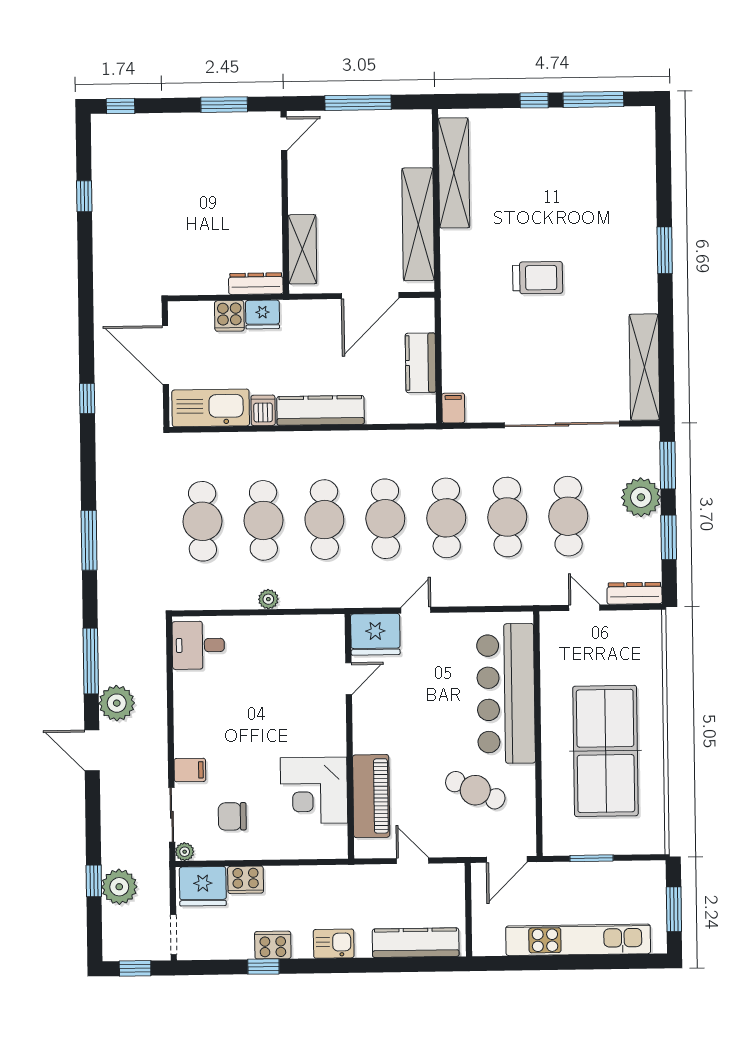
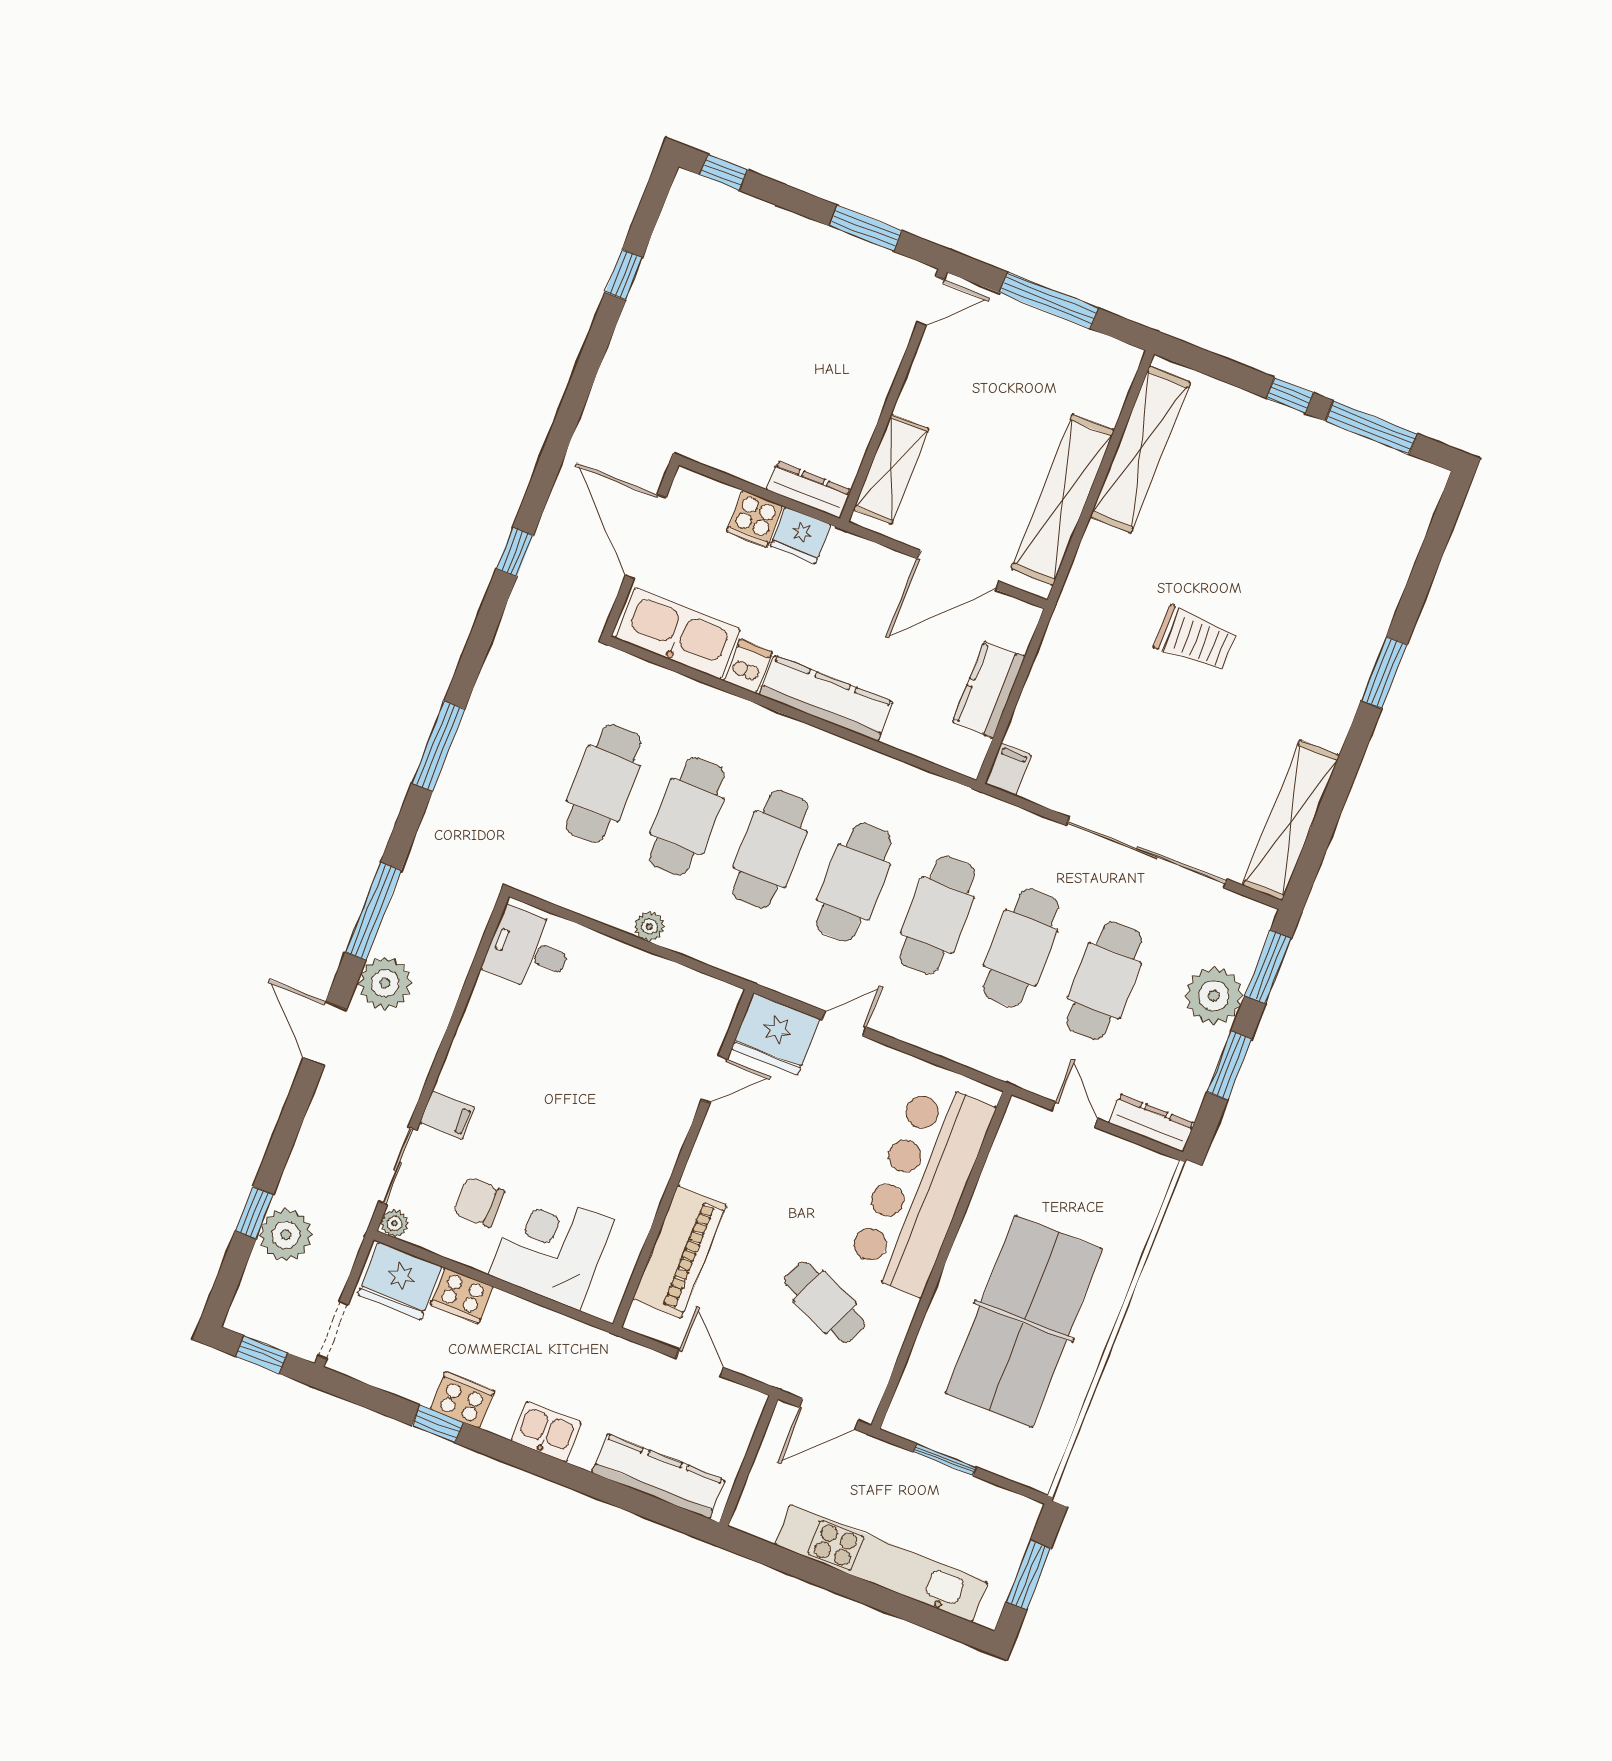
corner desk: (314, 790) -> (551, 1247), moved, turned 90

